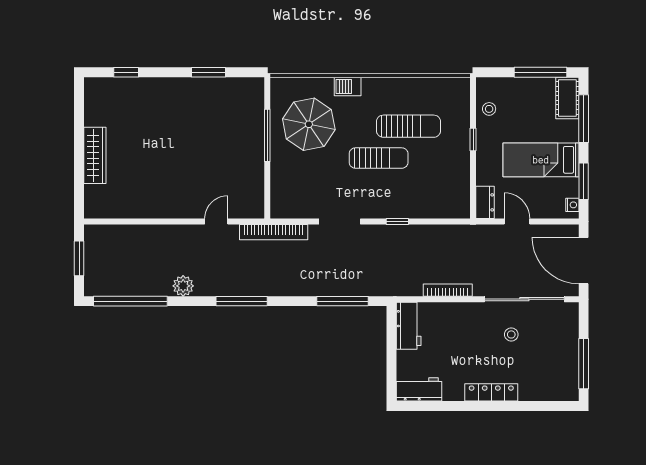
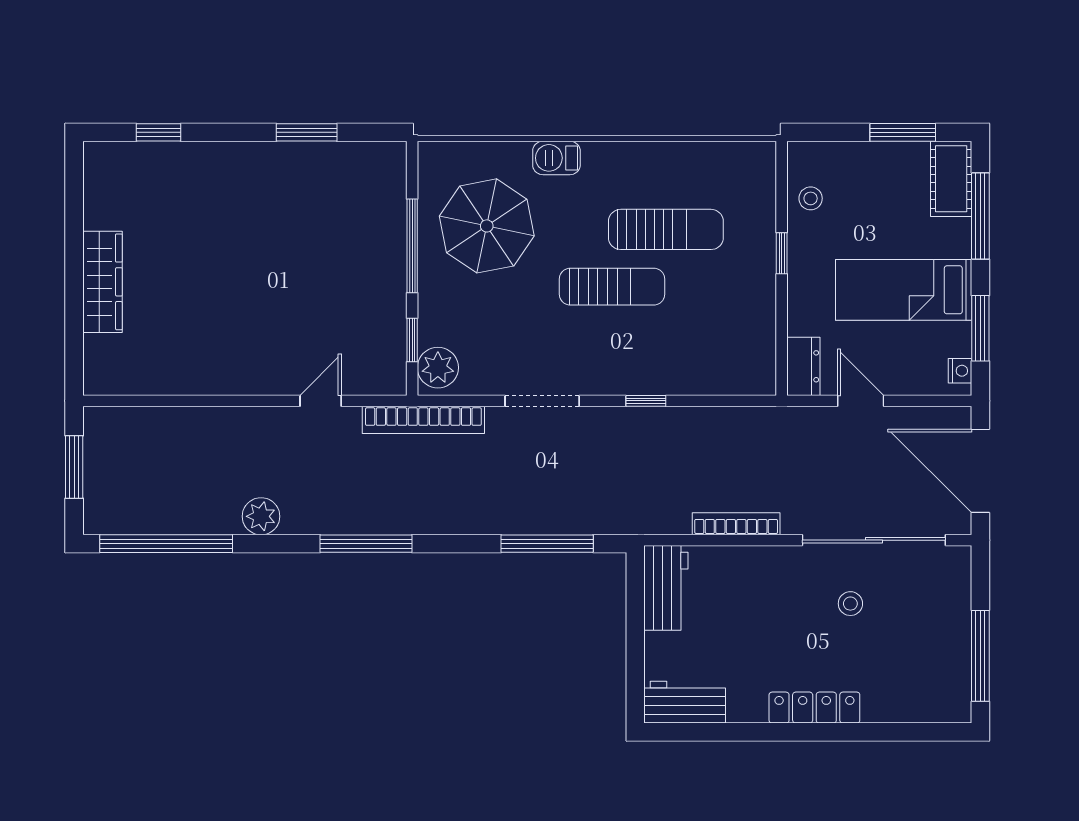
window: (540, 72) -> (903, 132), width x0.69
window: (267, 188) -> (412, 340), added
plant: (282, 203) -> (438, 368), added

